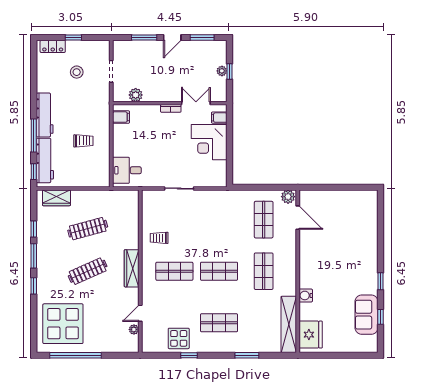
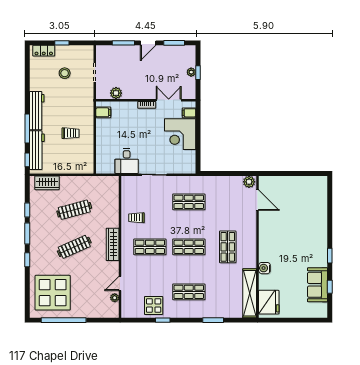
desk: (127, 170) -> (127, 161), moved, turned -90
shop shelf: (264, 220) -> (189, 202), moved, turned 90

